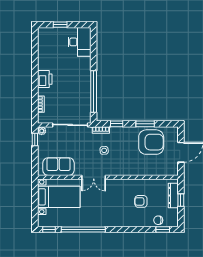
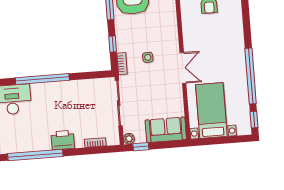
window: (35, 57) -> (35, 155), added
window: (94, 92) -> (42, 79), moved
sofa: (58, 167) -> (166, 130), moved, turned 90

